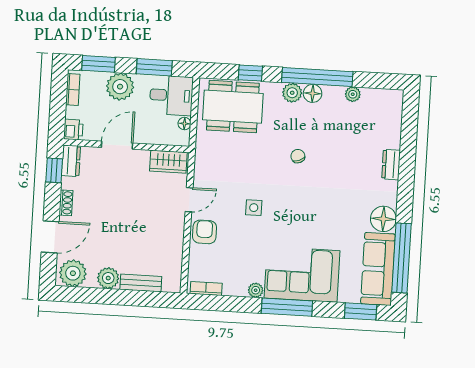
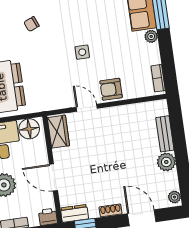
floor lamp: (184, 124) -> (29, 129), width x1.89, depth x1.89
plant: (73, 273) -> (174, 197), width x0.53, depth x0.53

